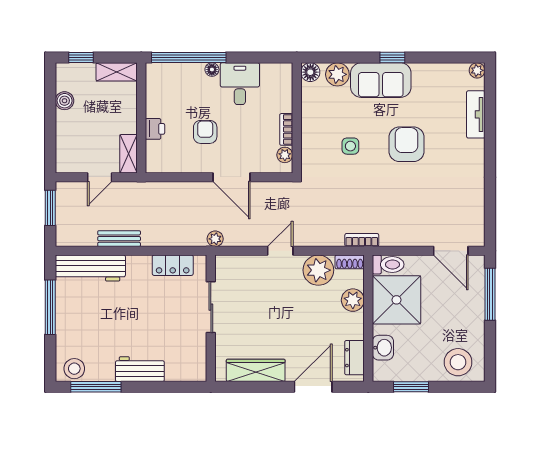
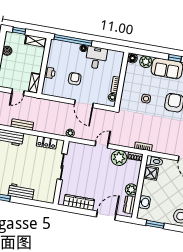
plant: (353, 300) -> (131, 189), moved
shower: (397, 300) -> (151, 173), width x0.54, depth x0.54

